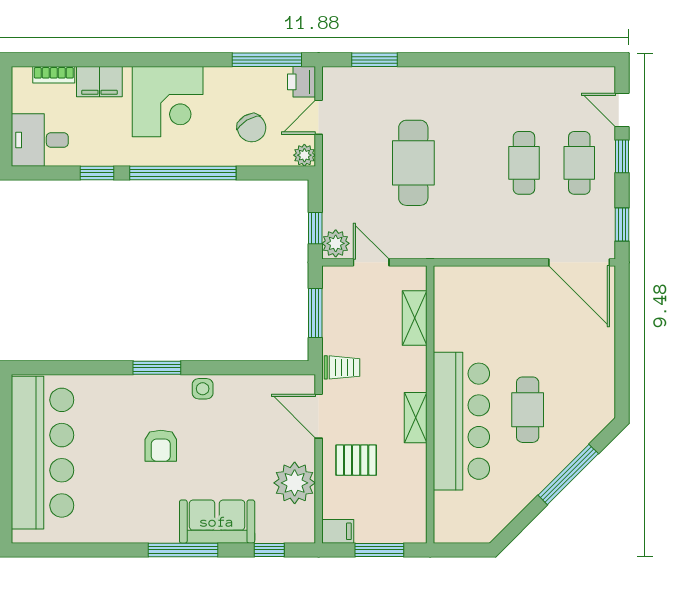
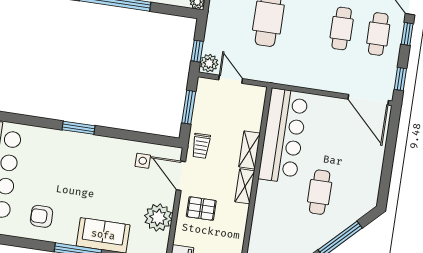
shelving: (415, 318) -> (250, 150), moved
trolley: (342, 367) -> (201, 146), turned 90
side table: (203, 389) -> (143, 161), moved
bar counter: (461, 421) -> (283, 136), moved
armchair: (161, 446) -> (42, 216), moved, turned 90

